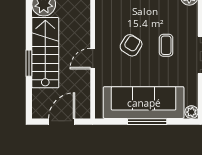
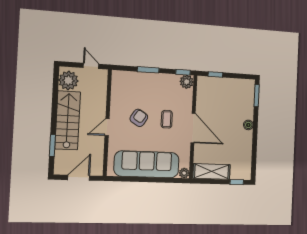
window: (29, 63) -> (52, 146), moved
window: (147, 122) -> (149, 180), removed

